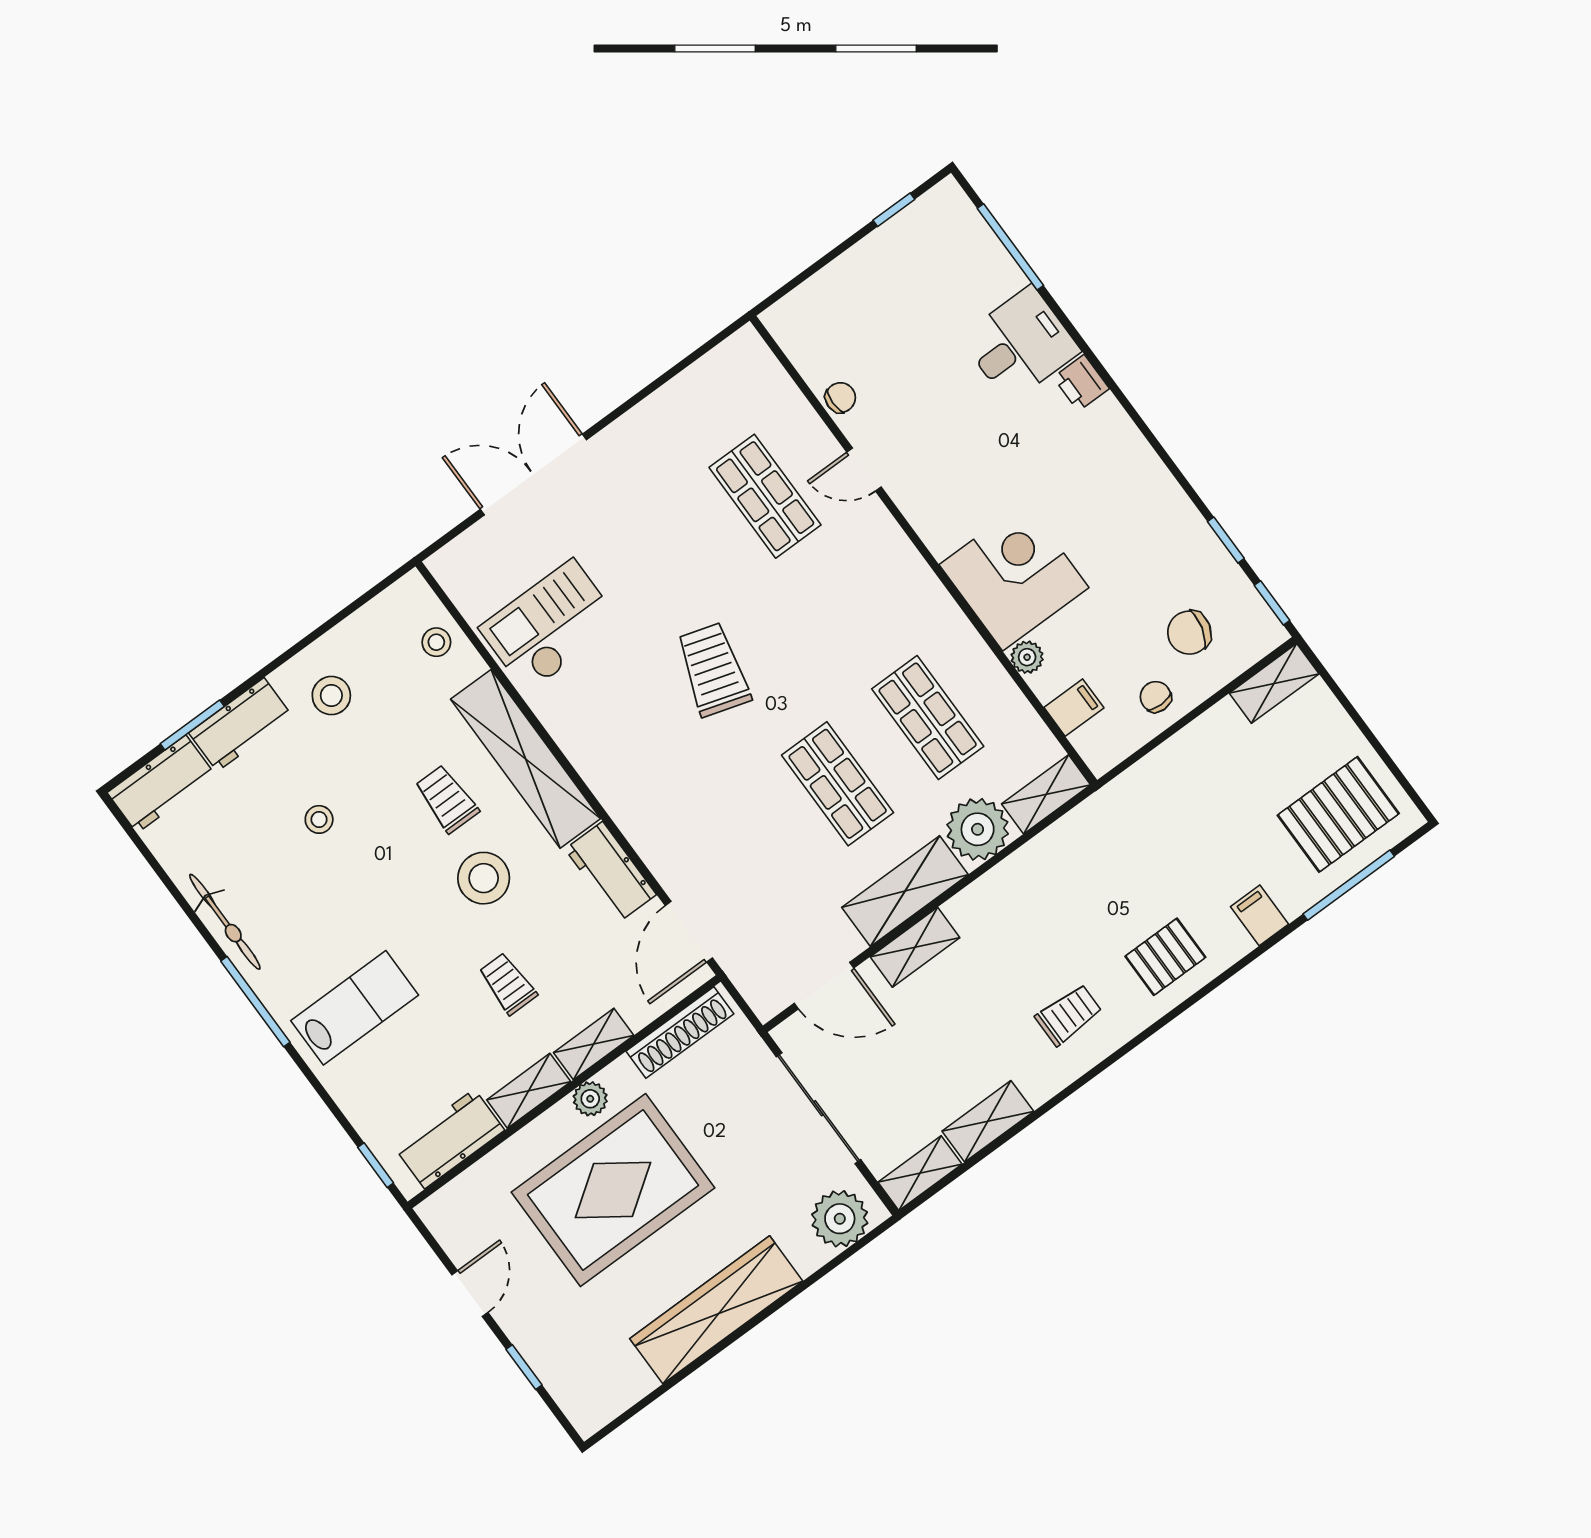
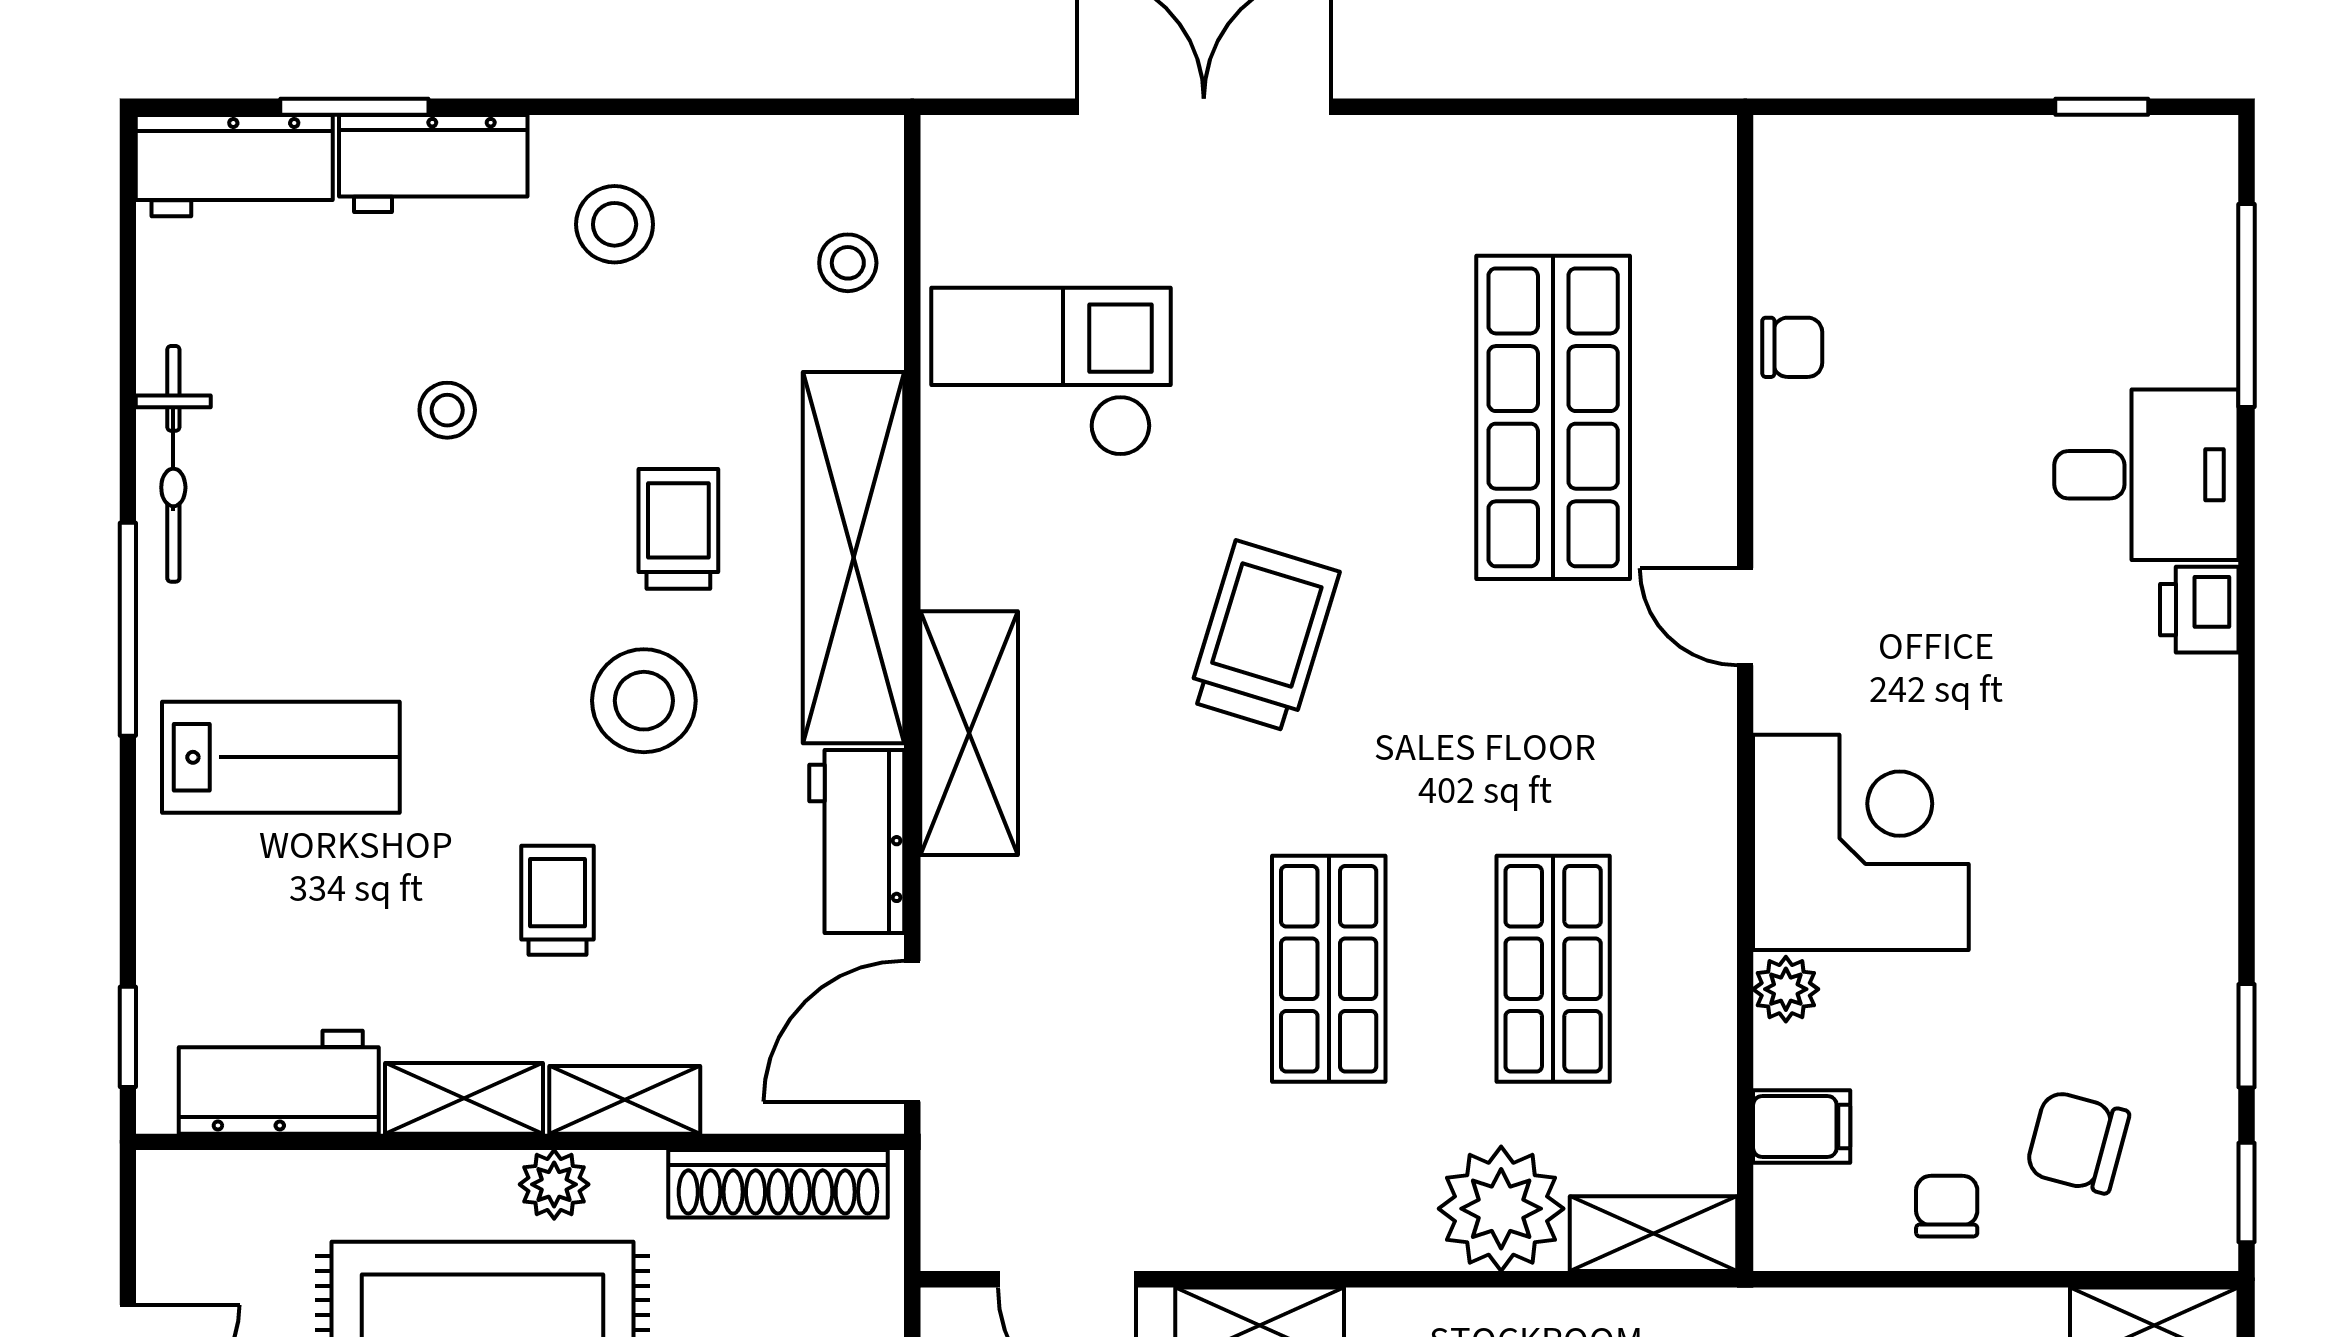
door: (864, 469) -> (1745, 617), moved
shop shelf: (765, 496) -> (1553, 417), width x1.43, depth x1.36
shelving: (905, 891) -> (969, 733), moved, turned 90

